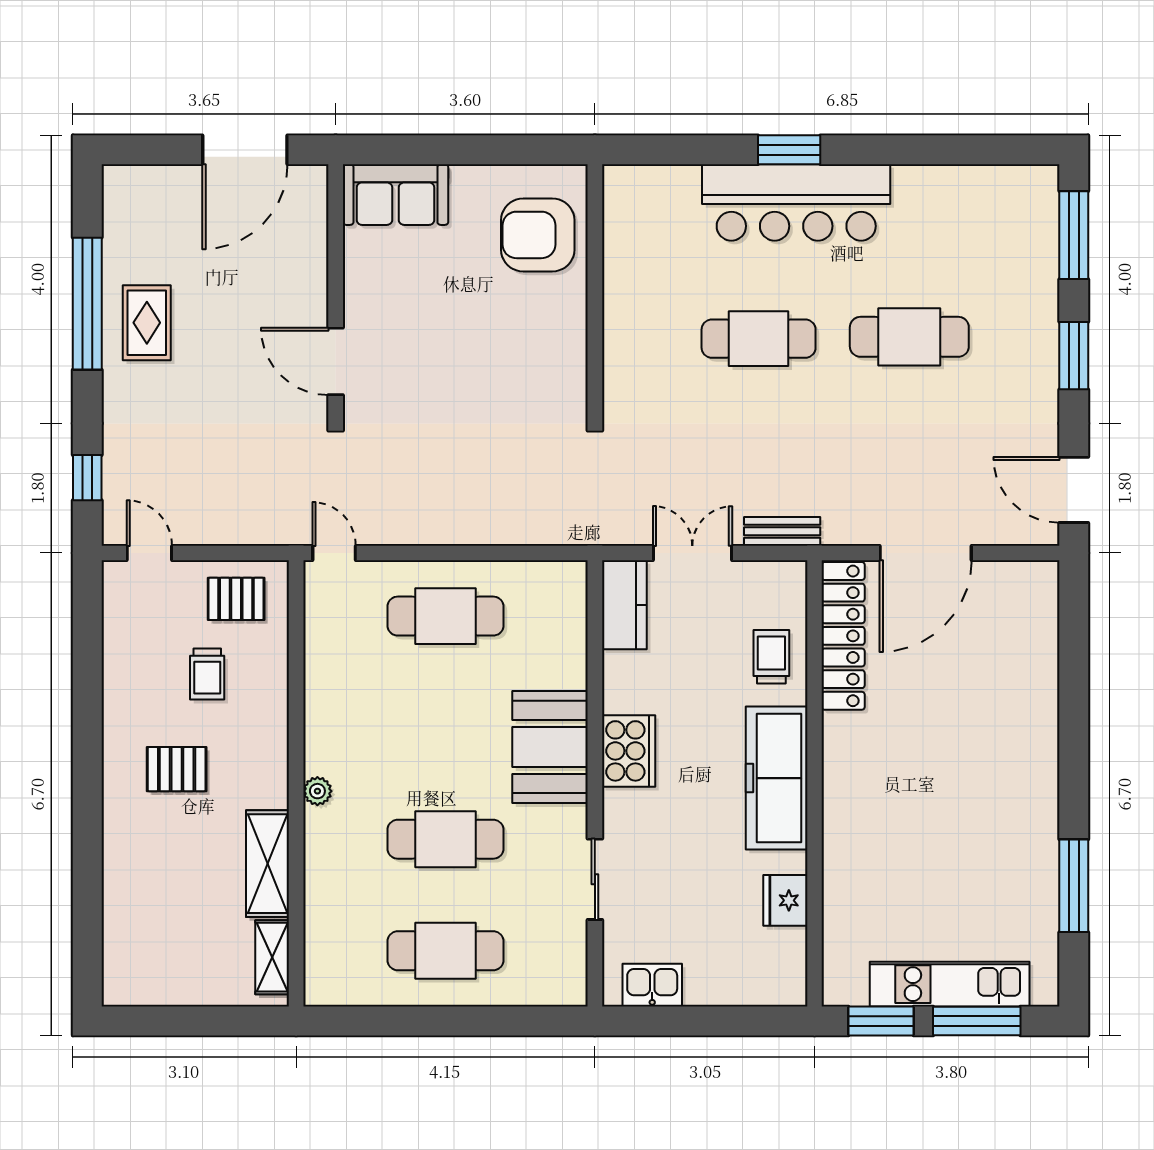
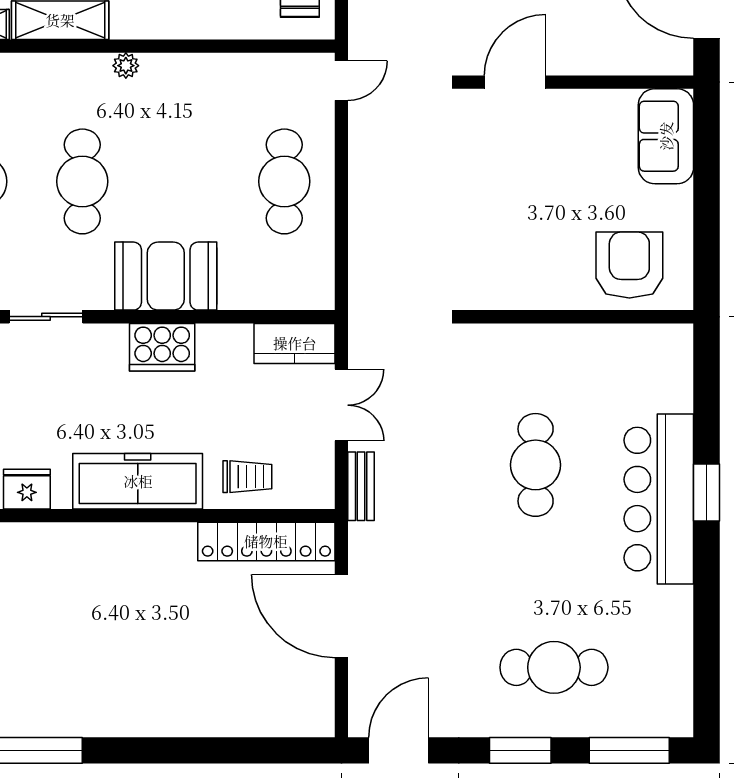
cafe table: (909, 337) -> (554, 667), moved, turned 90

